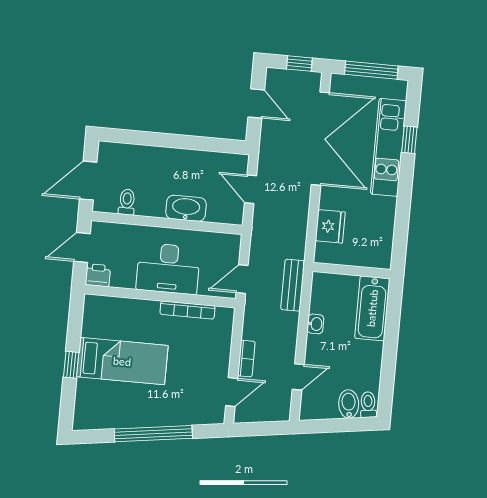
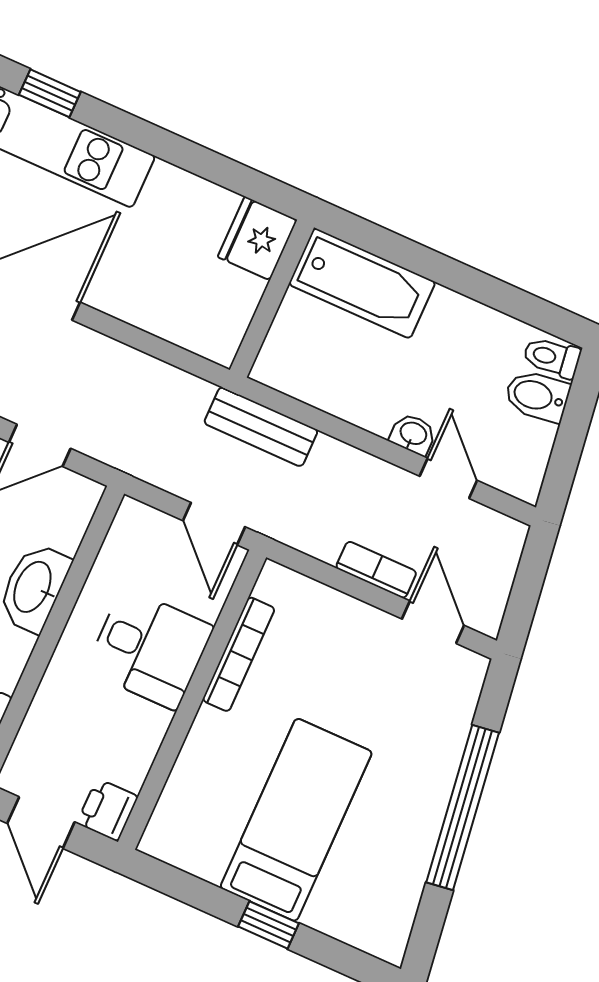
fridge: (330, 226) -> (257, 238), moved, turned -90
desk: (168, 269) -> (150, 648), width x0.73
washbasin: (315, 324) -> (413, 434), moved

